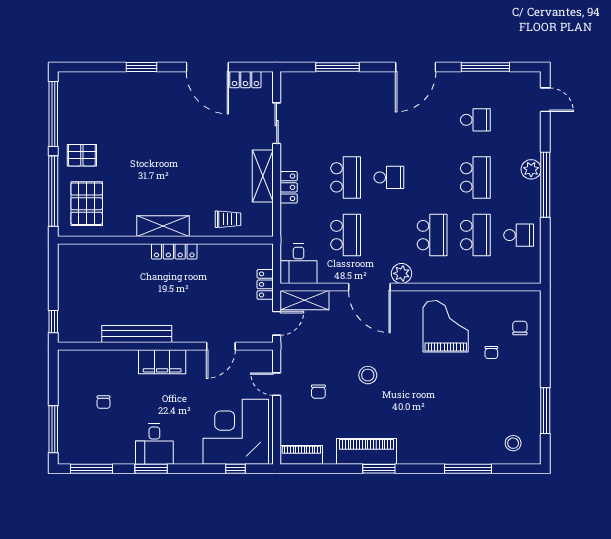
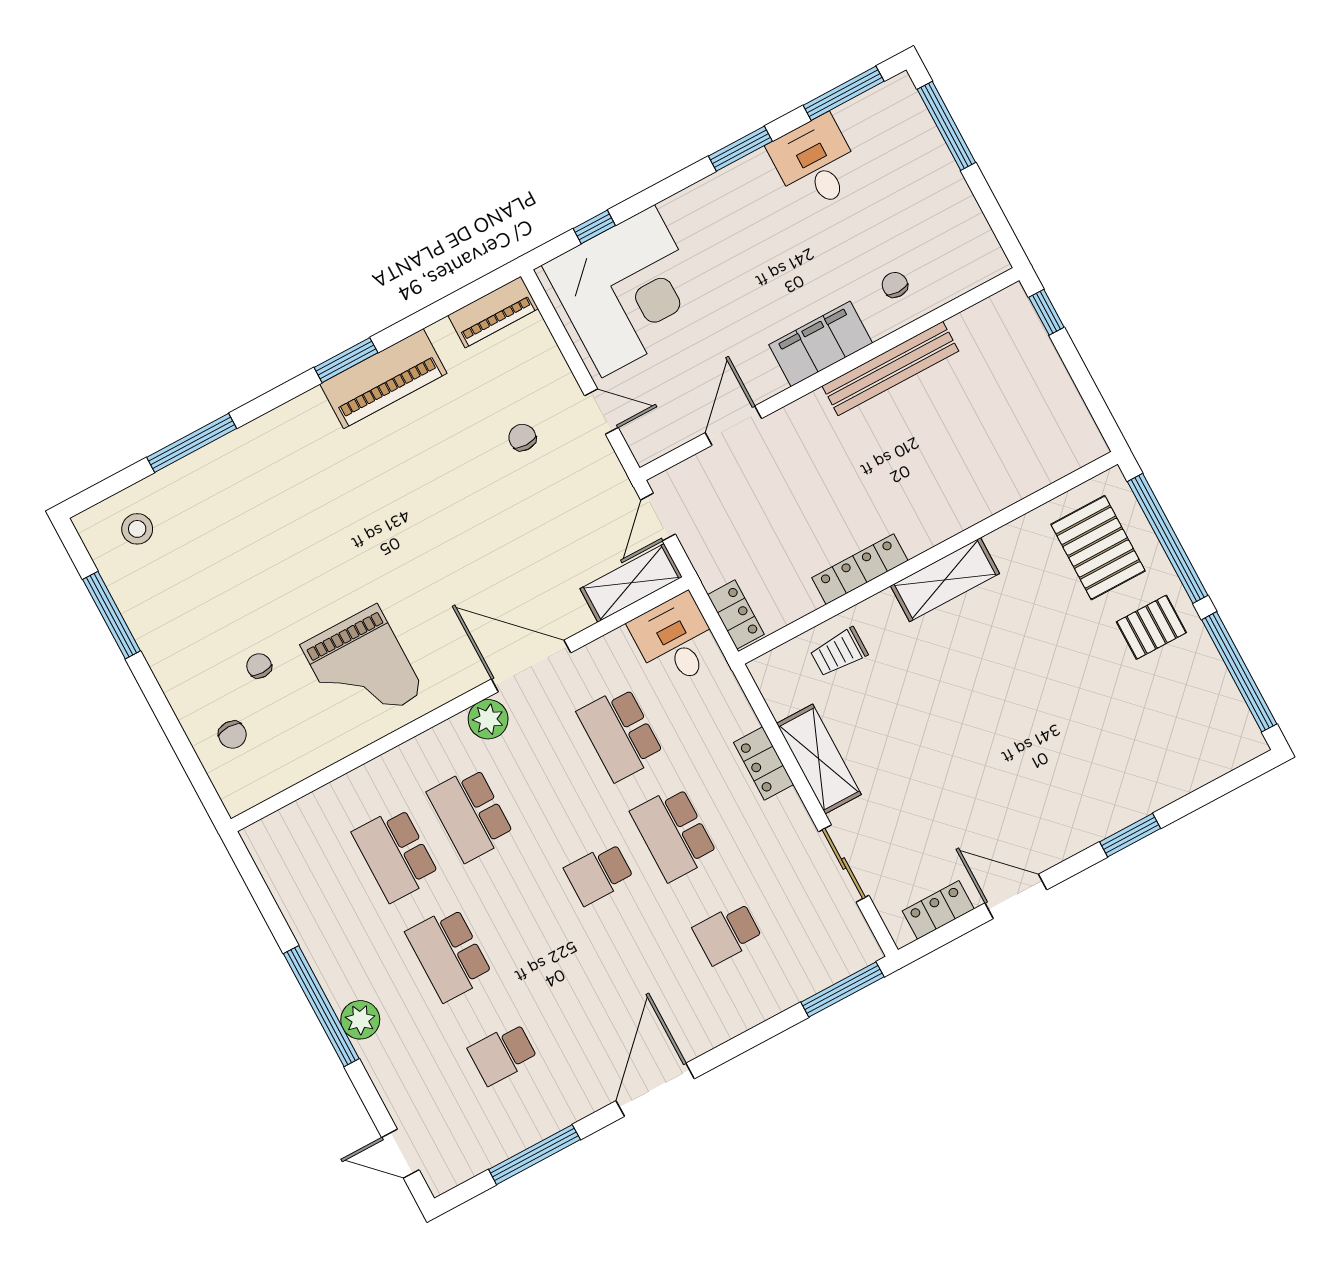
door: (207, 67) -> (1016, 896), width x0.73
window: (338, 67) -> (842, 989), moved
school desk: (519, 235) -> (727, 933), moved
locker: (174, 251) -> (860, 569), moved
locker: (265, 284) -> (736, 614), moved
stool: (368, 375) -> (452, 512), removed
chair: (104, 402) -> (895, 285), moved
desk: (154, 444) -> (816, 163), moved

